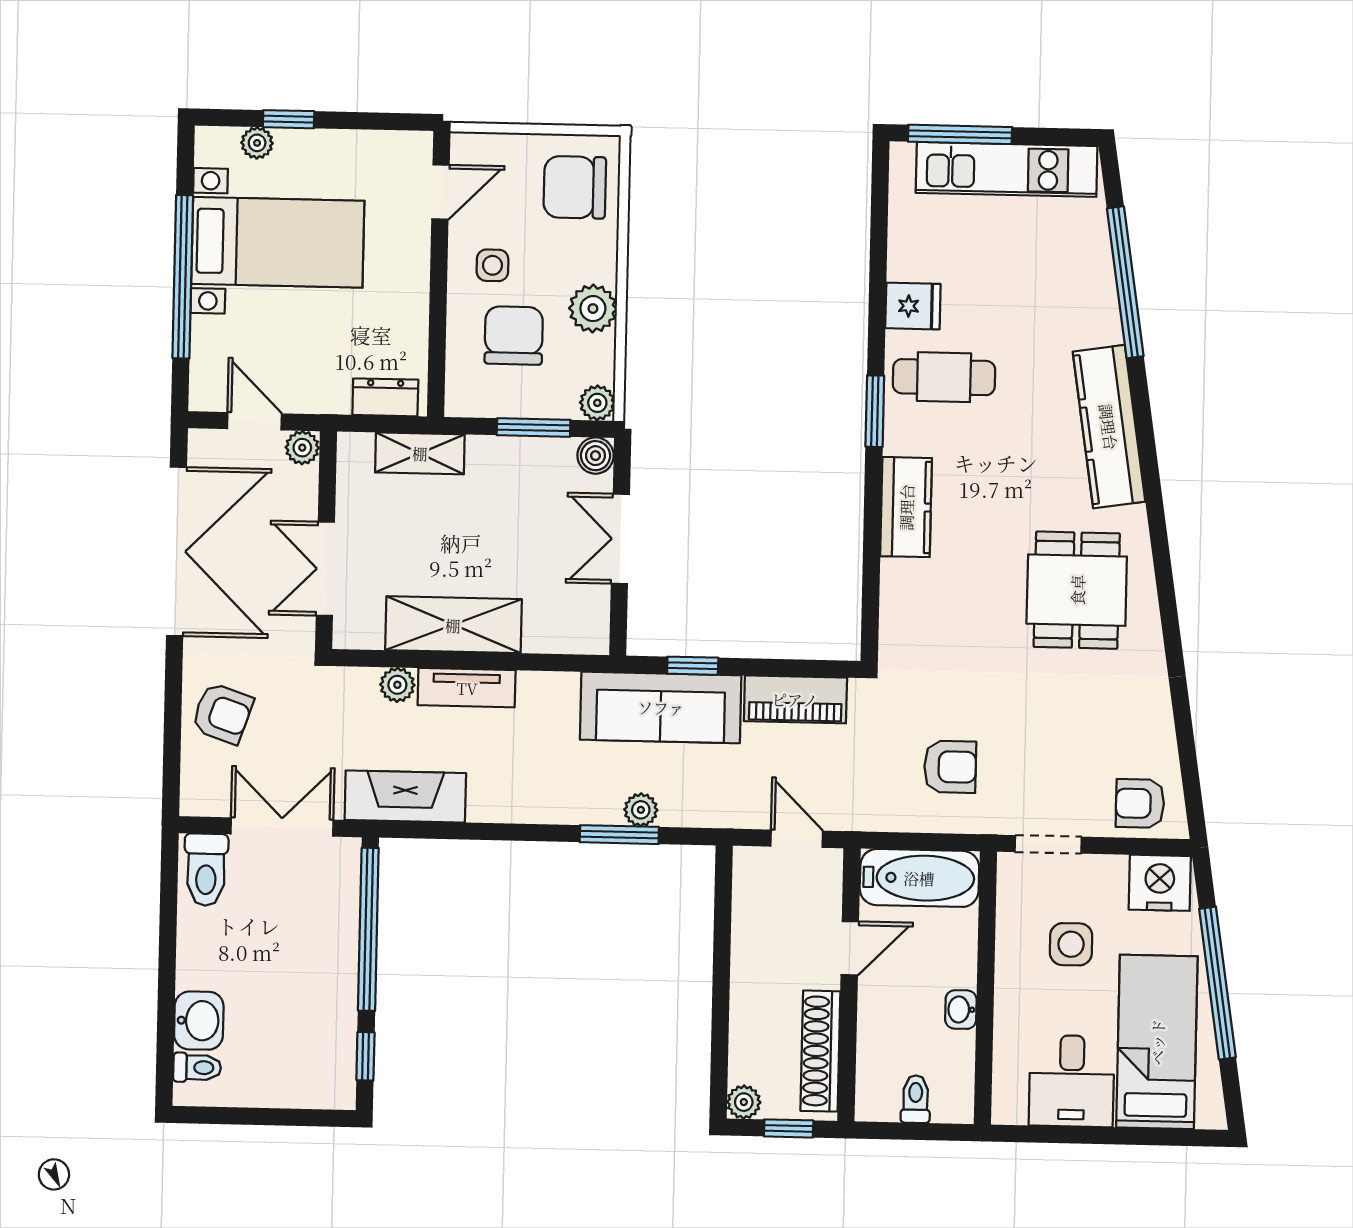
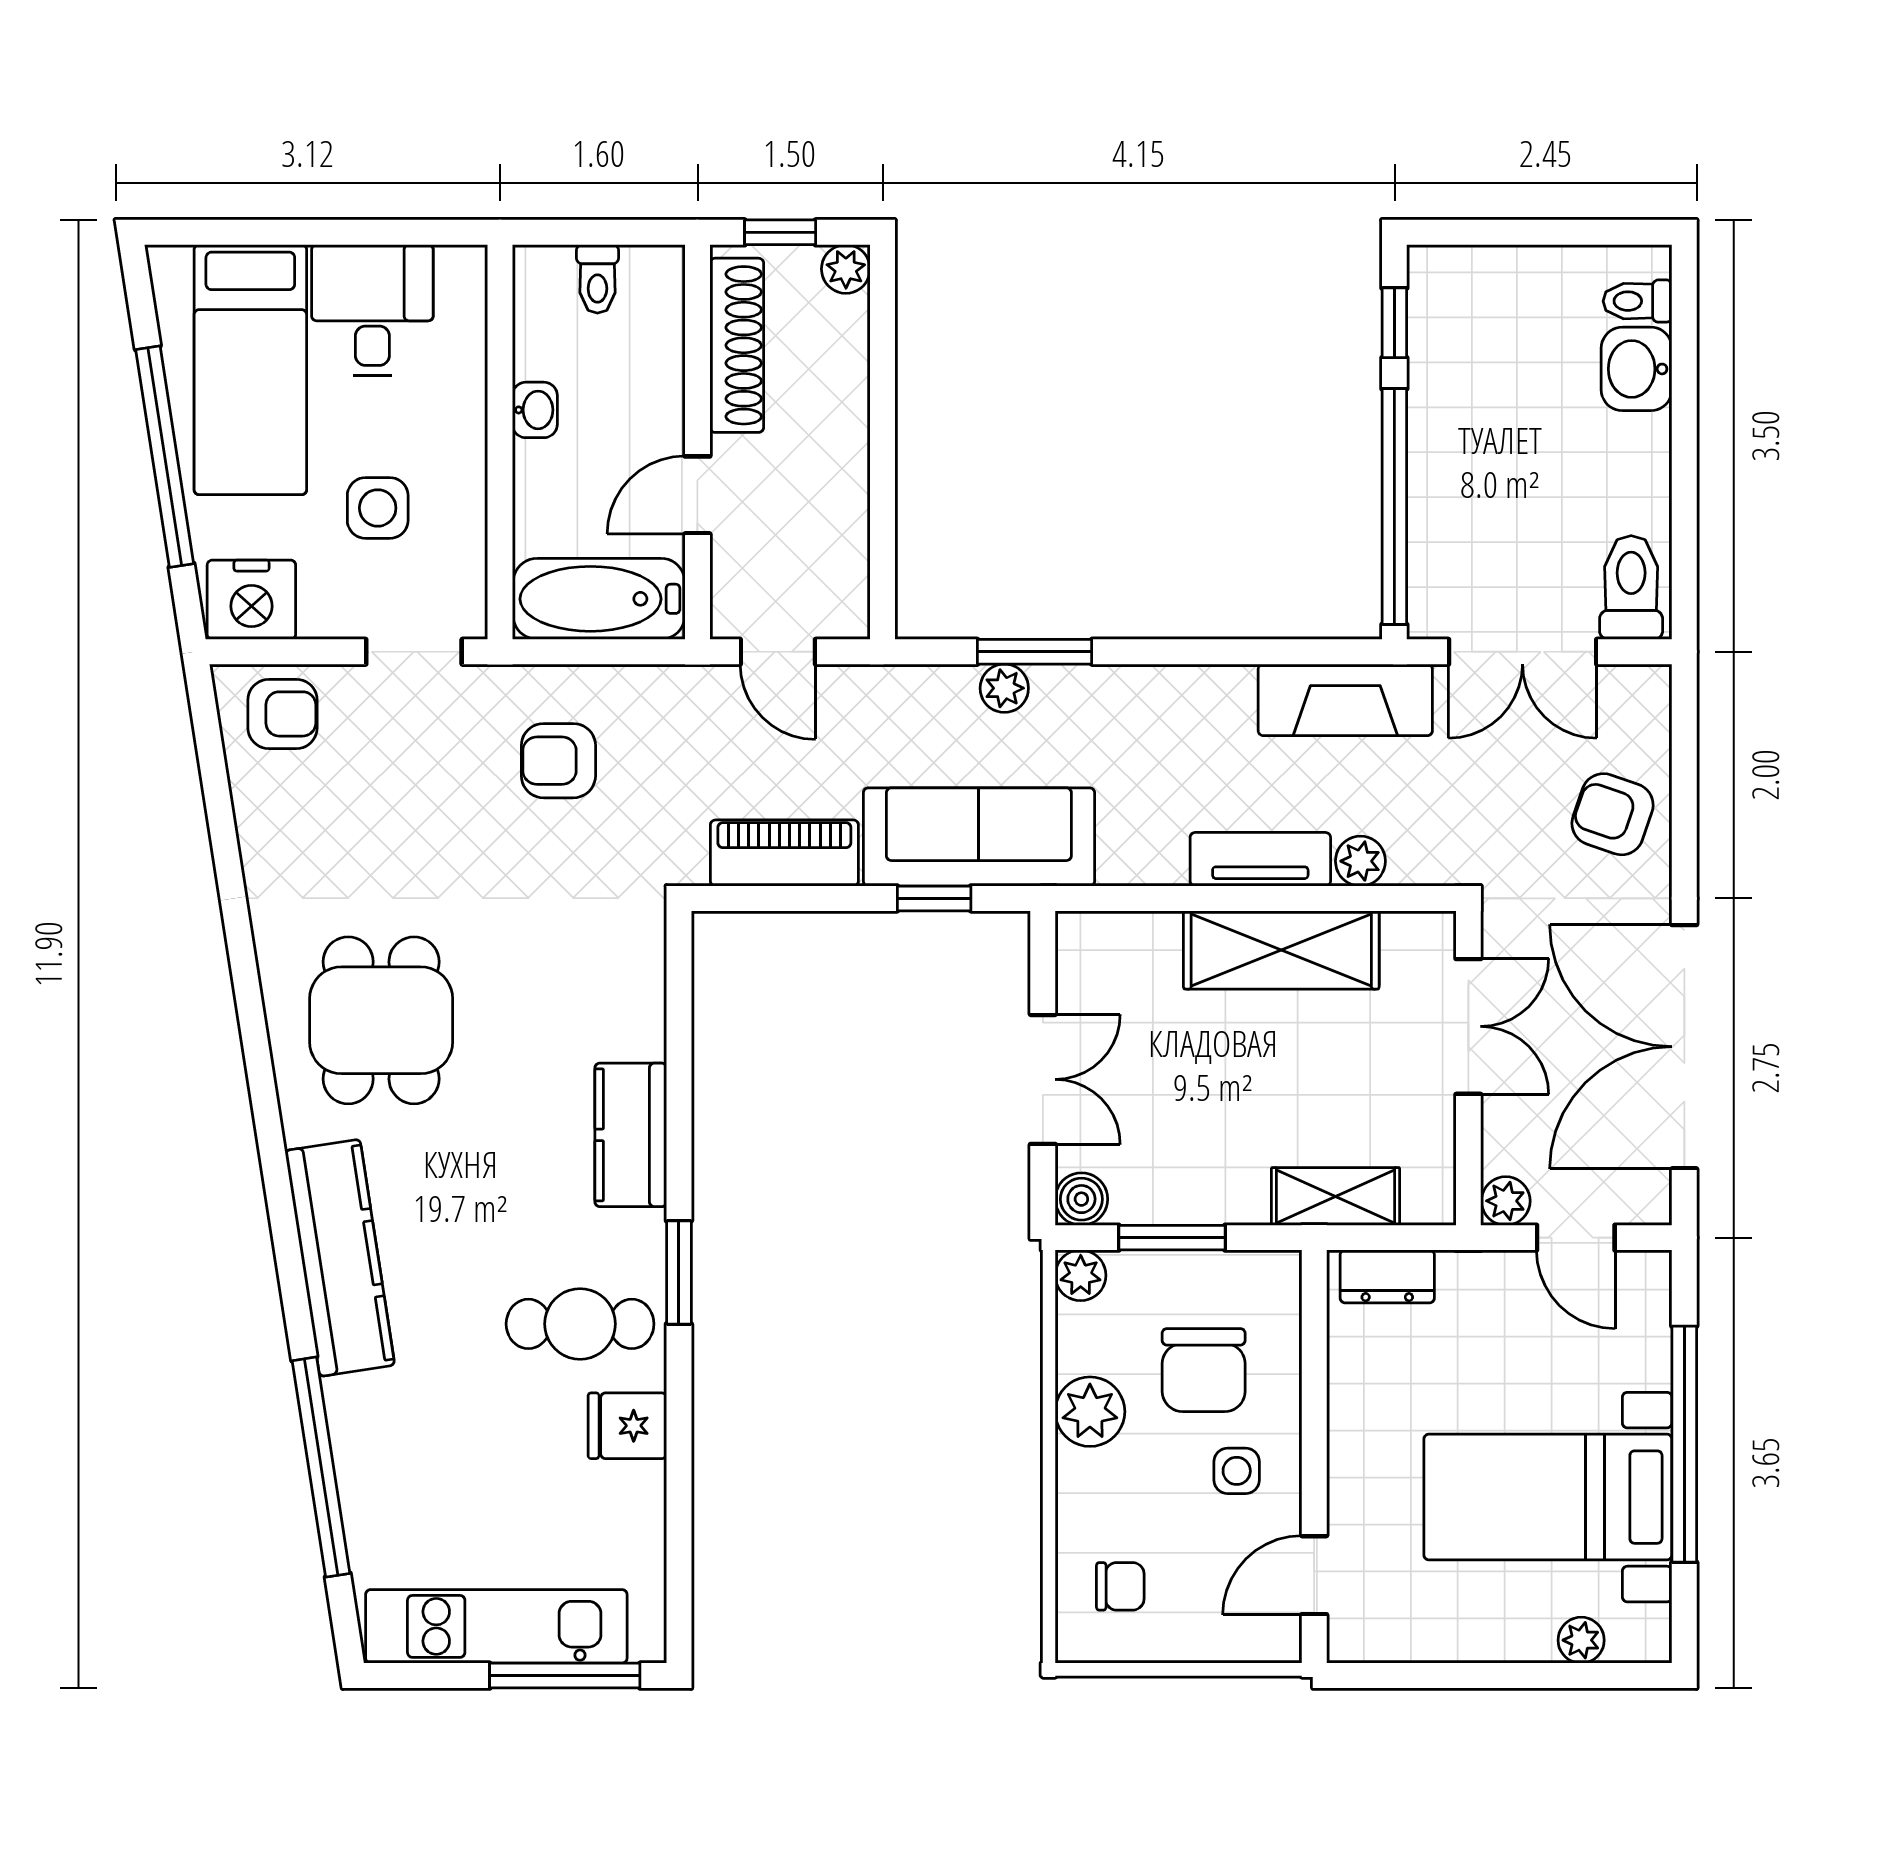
window: (289, 119) -> (1536, 1676), removed
chair: (575, 187) -> (1120, 1586), width x0.54, depth x0.54

